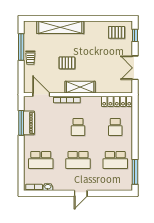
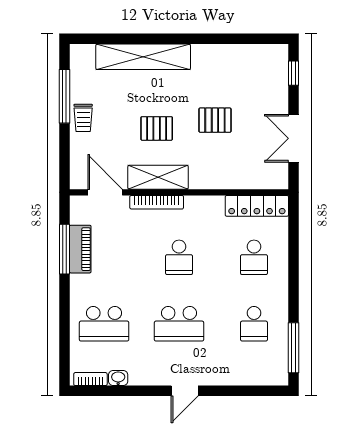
pallet: (117, 32) -> (215, 120), moved
shelving: (80, 87) -> (158, 177), moved
school desk: (115, 160) -> (254, 324), width x0.54

